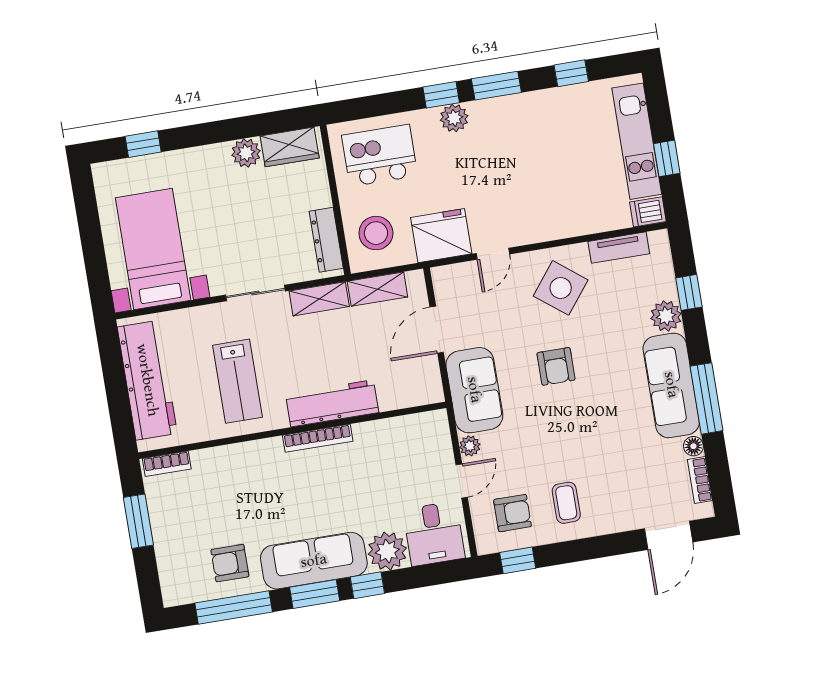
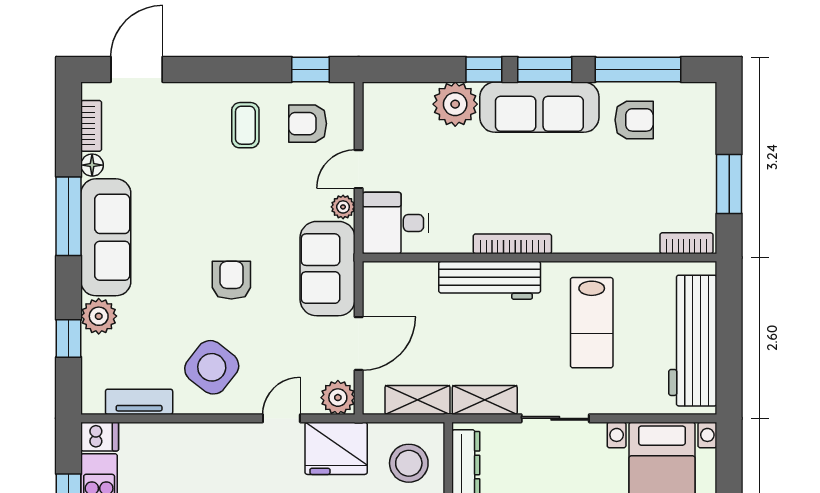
plant: (447, 280) -> (338, 398), added
lab bench: (238, 381) -> (592, 323), turned 180
desk: (434, 534) -> (396, 223), moved, turned -90

